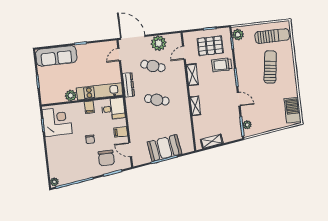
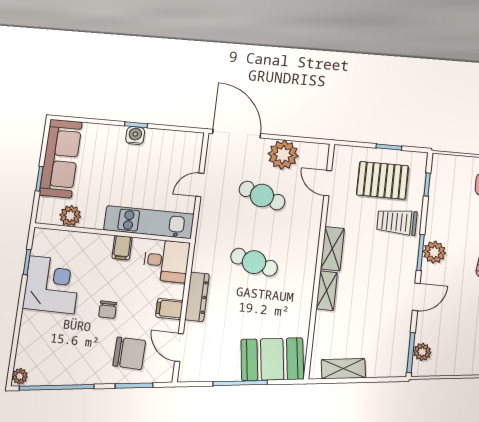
plant: (238, 35) -> (434, 252), moved
water cooler: (81, 49) -> (135, 135), added
door: (184, 53) -> (328, 183), hinge flipped
door: (119, 55) -> (200, 185), moved
sofa: (56, 56) -> (61, 158), moved, turned -90
shelving: (192, 75) -> (332, 249), moved
dresser: (128, 85) -> (197, 297), moved
plant: (71, 96) -> (70, 216), moved
door: (239, 99) -> (416, 297), hinge flipped
corner desk: (57, 122) -> (52, 285), moved
booth: (164, 148) -> (272, 359), moved
chair: (106, 158) -> (129, 353), turned -89

